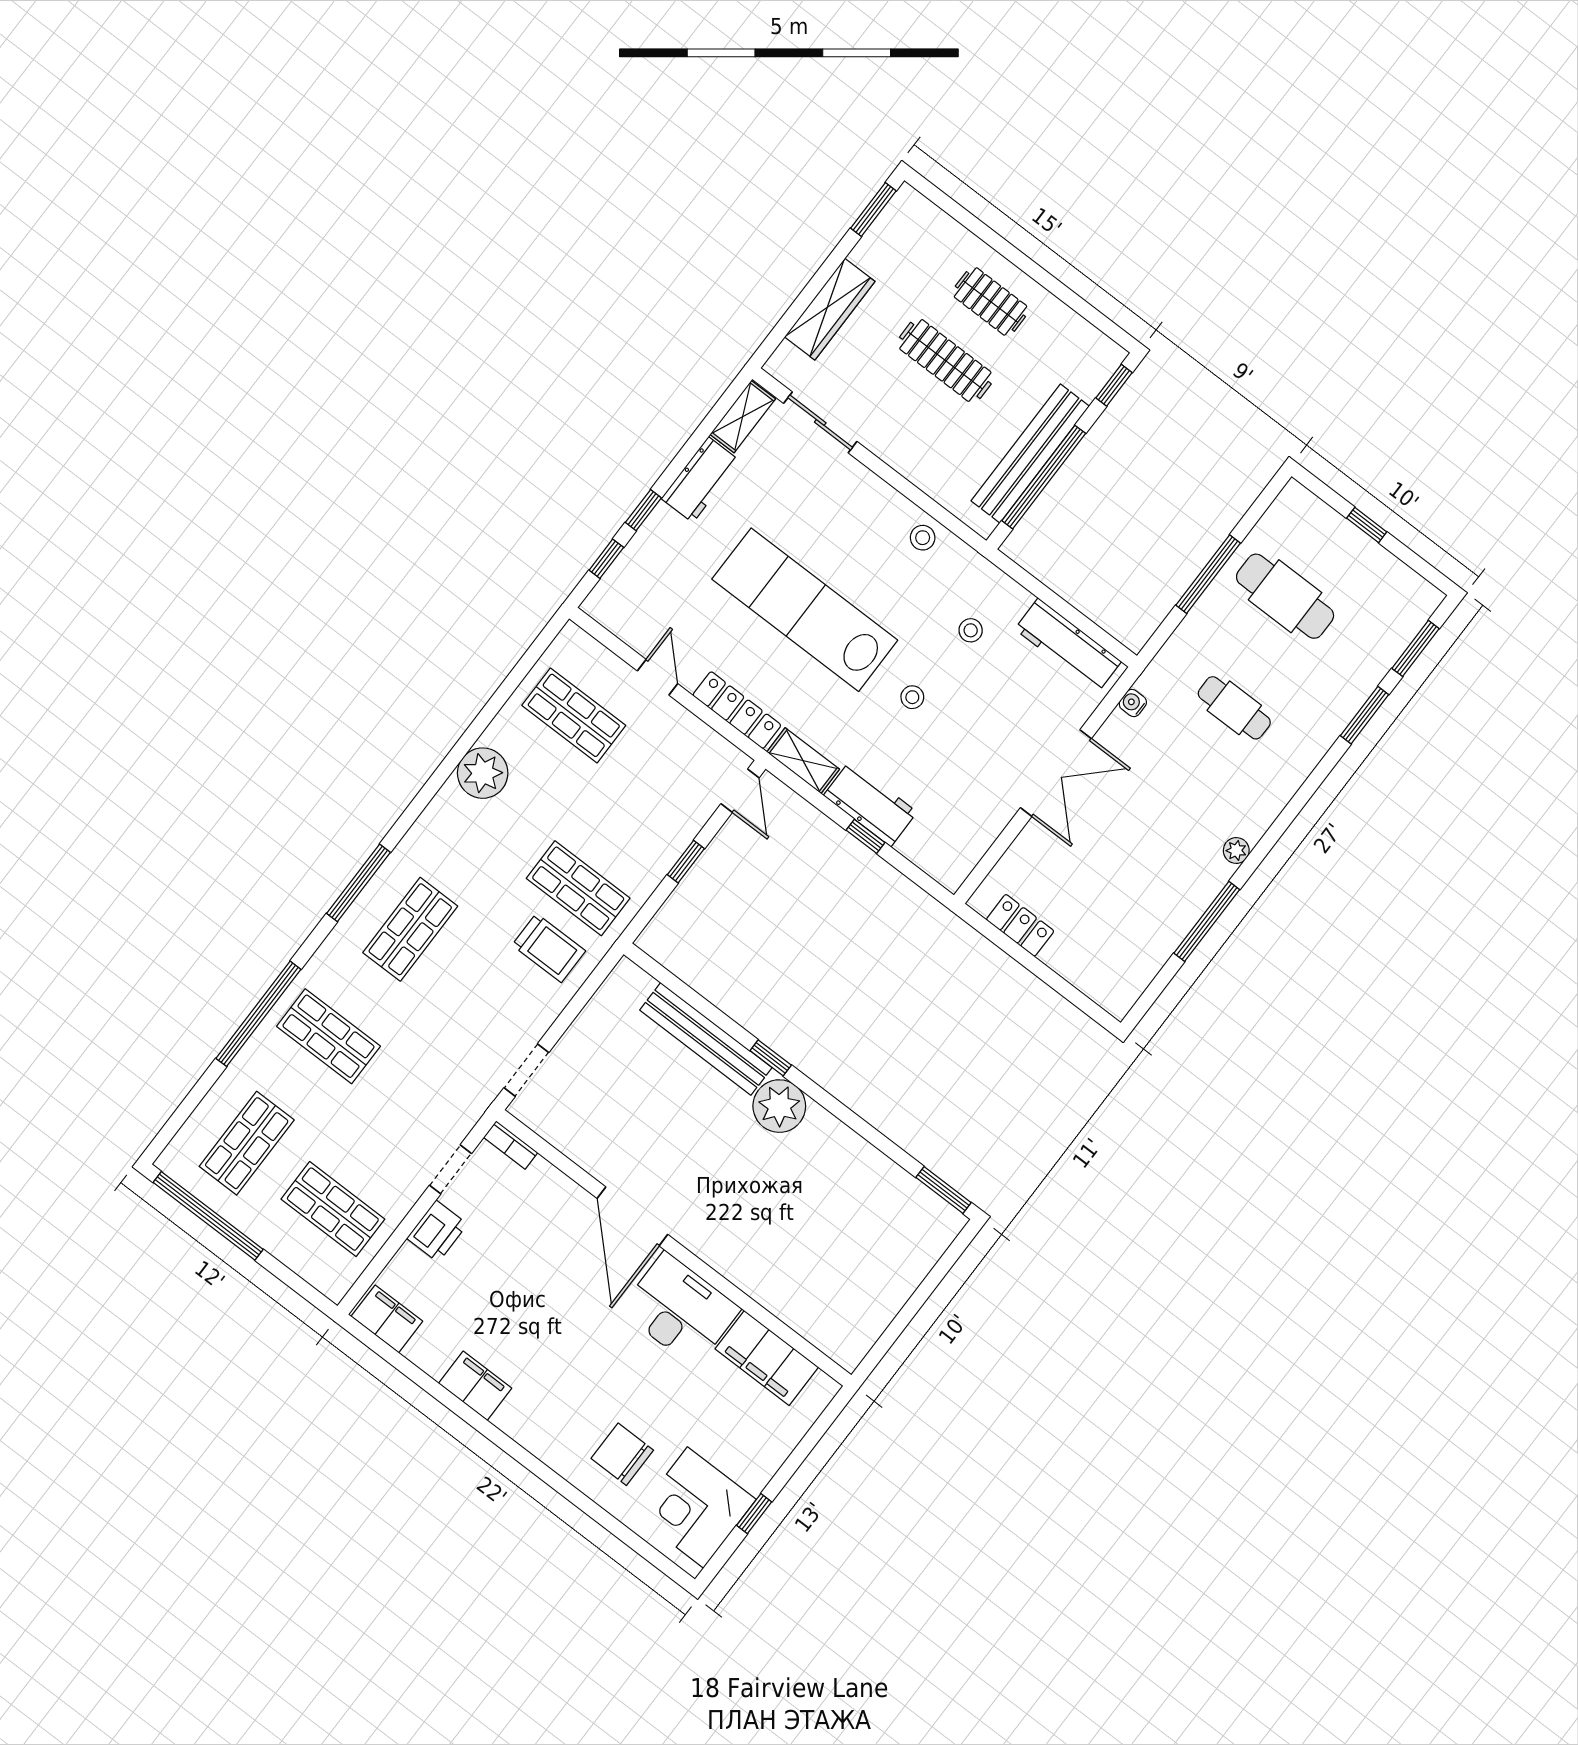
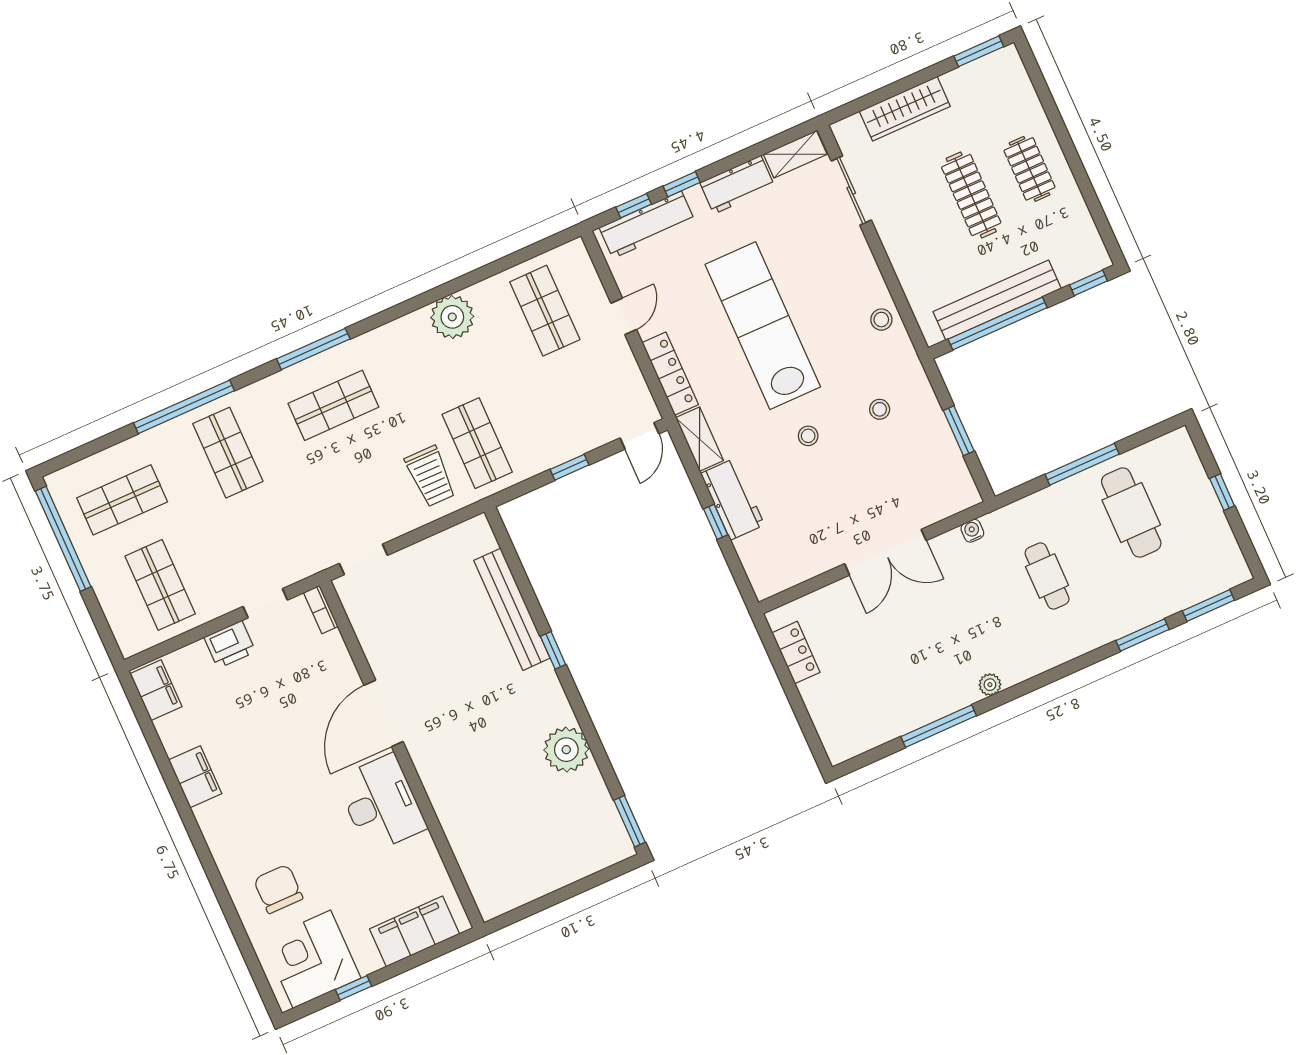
window: (1063, 608) -> (959, 431), added
workbench: (1068, 645) -> (647, 225), moved, turned -90
plant: (779, 1106) -> (566, 750), moved
filing cabinet: (767, 1358) -> (415, 931), moved, turned 90

